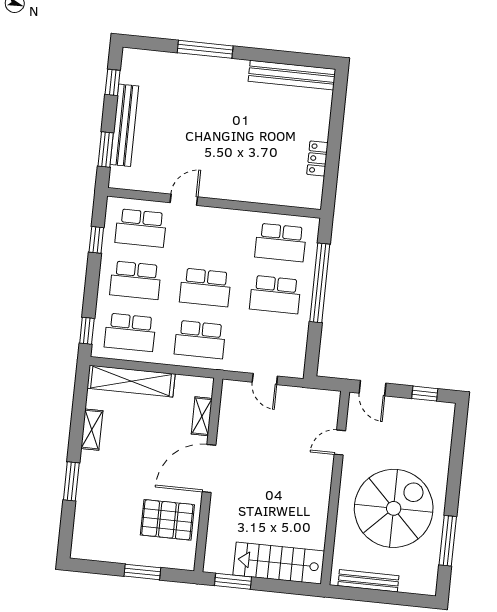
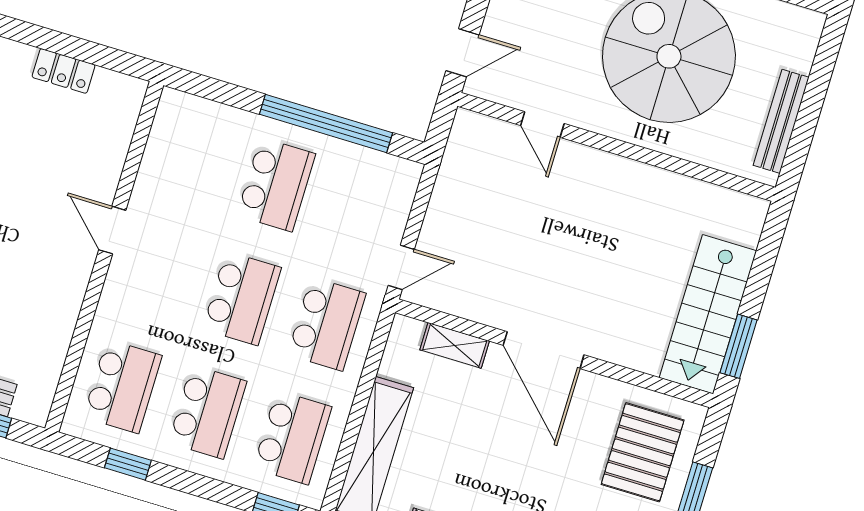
door: (184, 200) -> (112, 230), moved
school desk: (281, 242) -> (191, 159), removed
window: (320, 283) -> (326, 124), moved
door: (265, 379) -> (401, 267), moved
pallet: (167, 520) -> (643, 452), moved
stairs: (279, 563) -> (708, 314), moved

